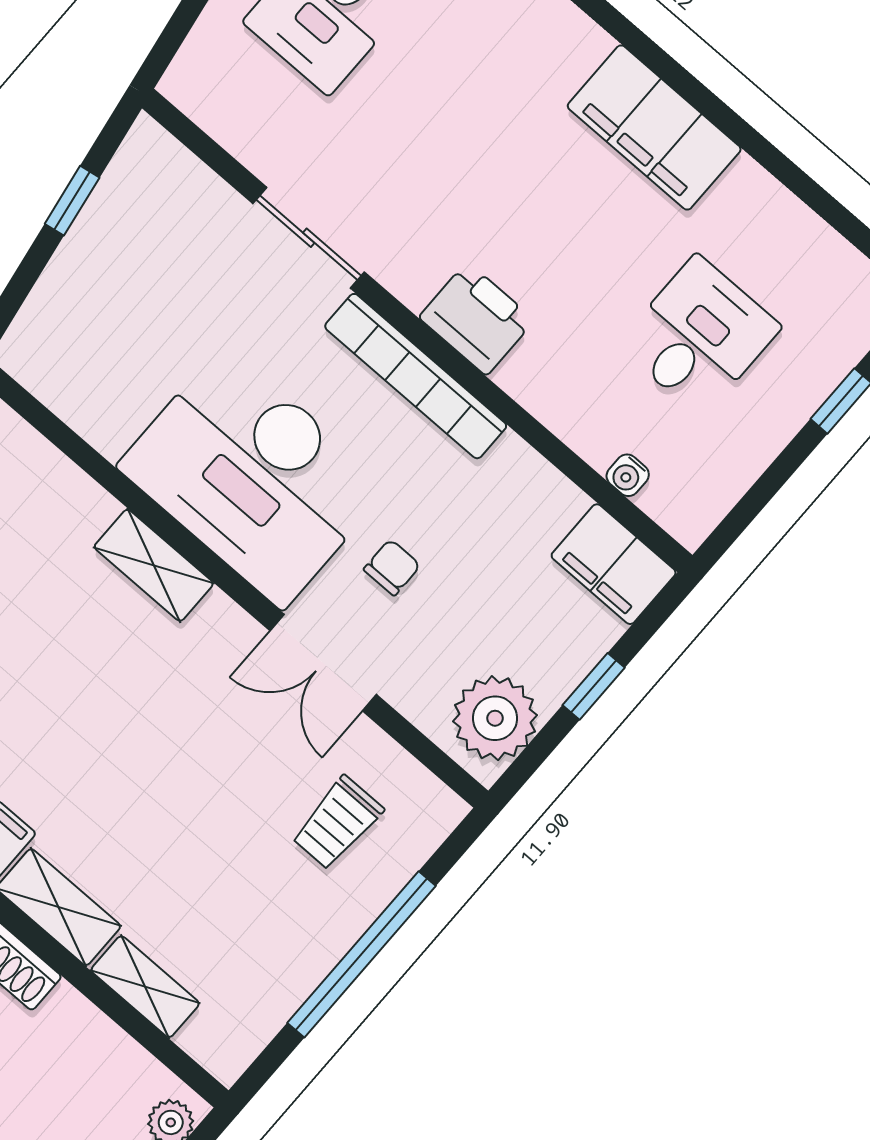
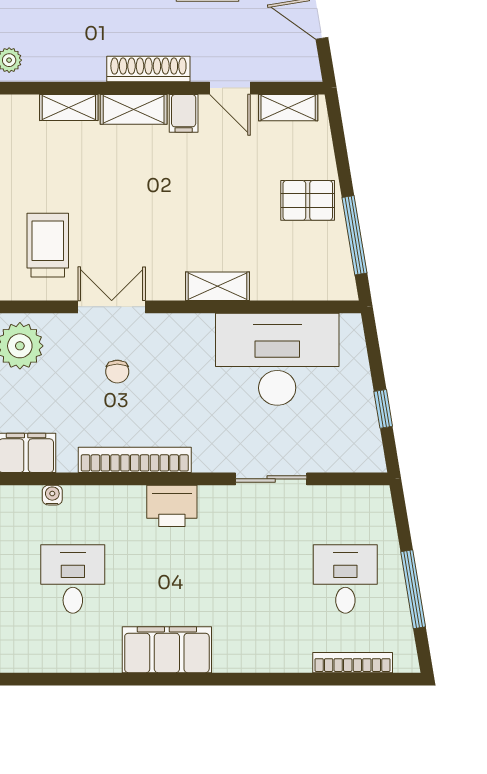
desk: (699, 336) -> (73, 579), turned 180
bookcase: (416, 376) -> (135, 460), moved
desk: (253, 476) -> (277, 359), moved
trolley: (337, 823) -> (48, 245), width x1.36, depth x1.39

